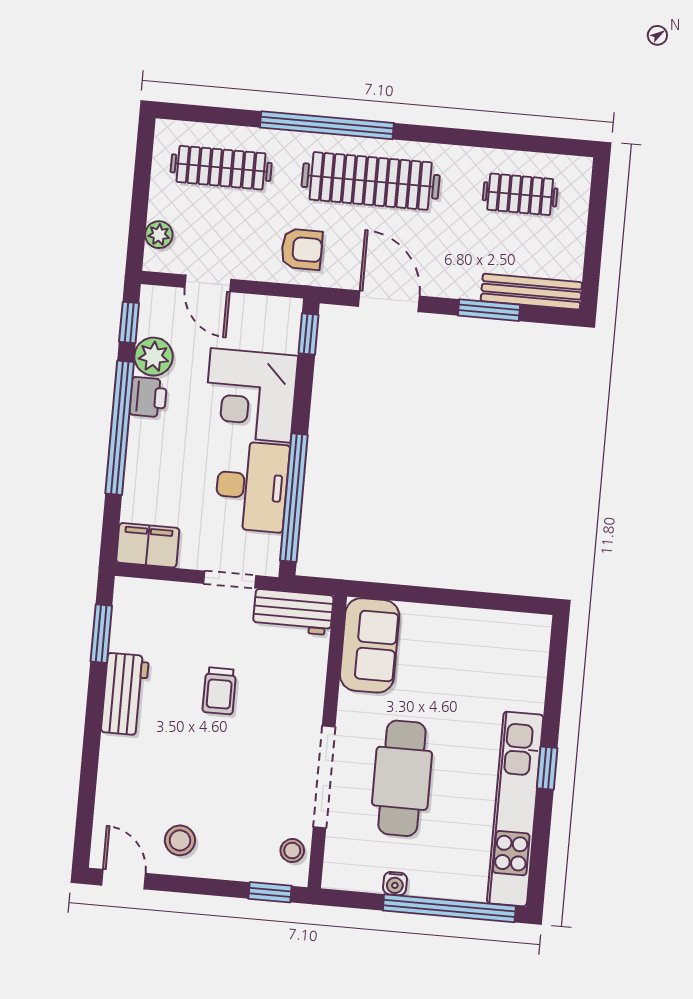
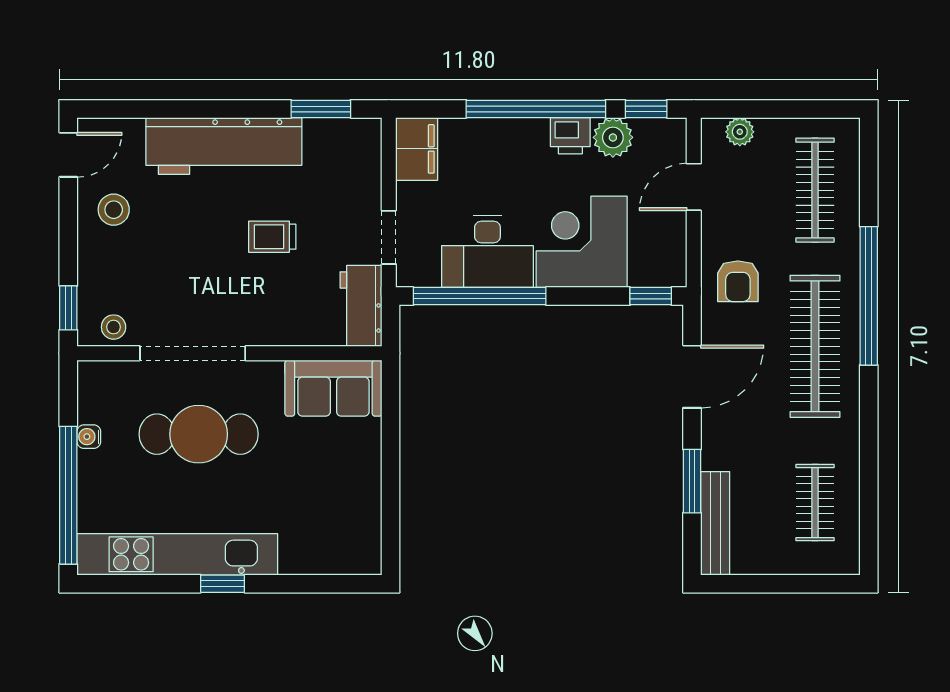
workbench: (125, 694) -> (224, 146), width x1.88, depth x1.32

